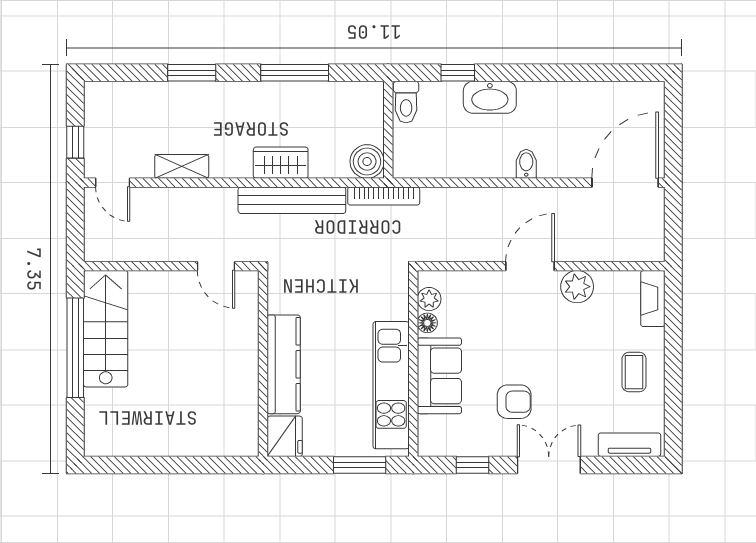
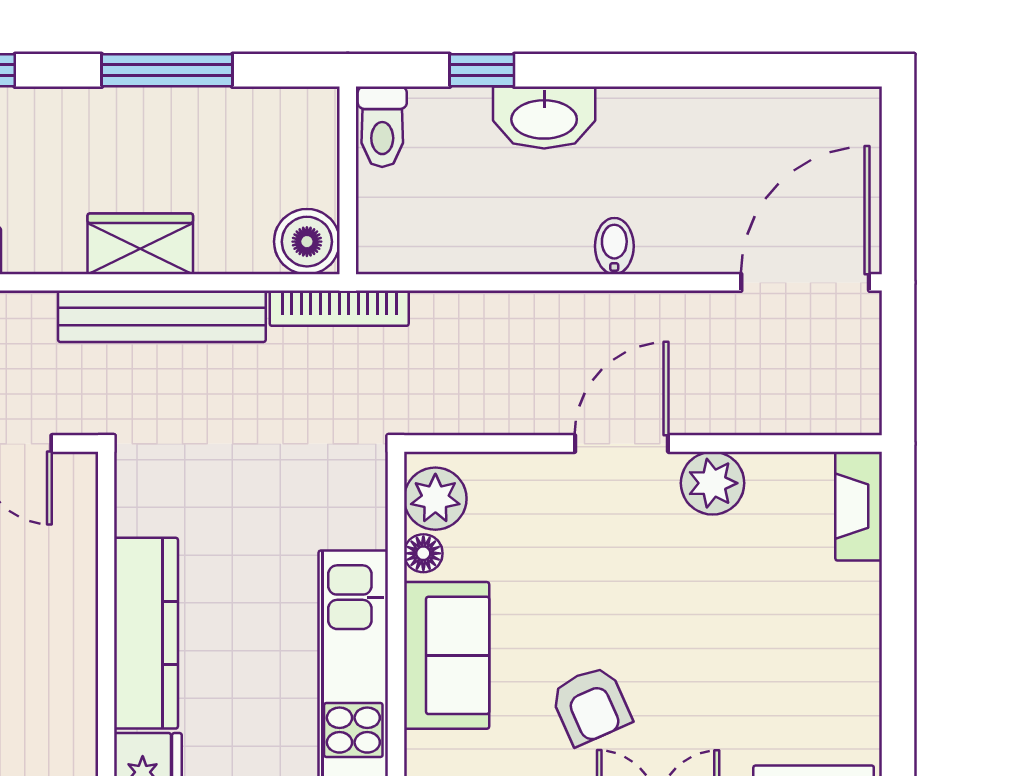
plant: (429, 299) -> (435, 499), width x1.38, depth x1.38
coffee table: (634, 372) -> (822, 648), removed
armchair: (514, 402) -> (591, 705), turned 66

